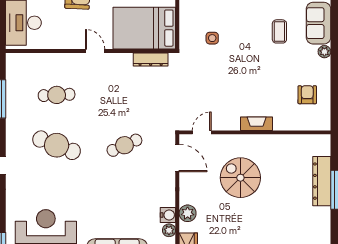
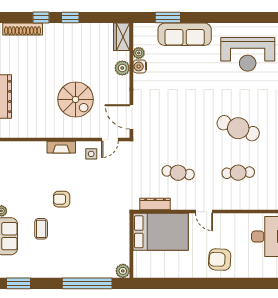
side table: (212, 38) -> (91, 154), moved
armchair: (307, 95) -> (62, 199), moved, turned 90
cafe table: (124, 145) -> (178, 173), moved, turned 33

